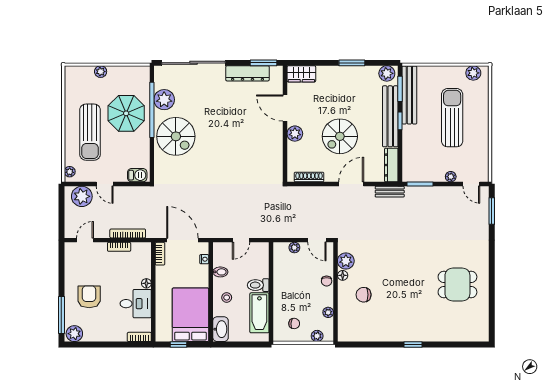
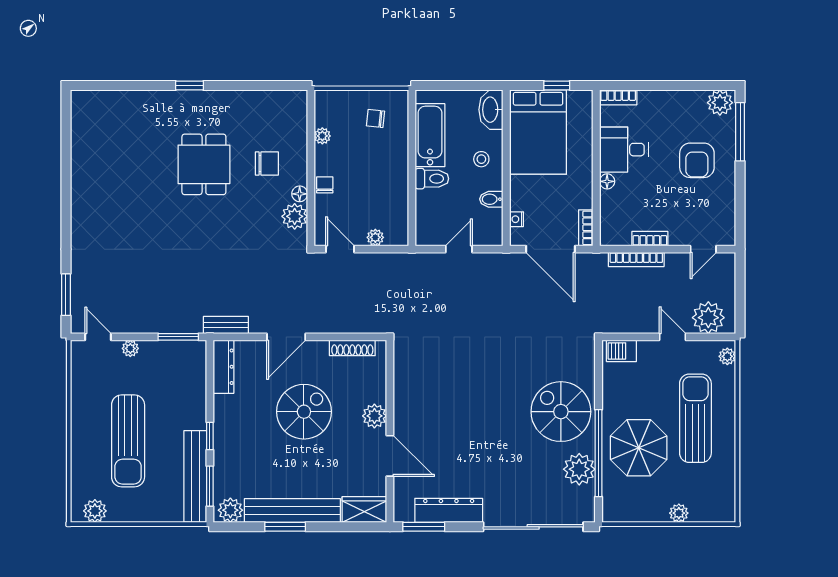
bench: (390, 116) -> (292, 511), moved, turned 90
dining table: (457, 285) -> (204, 164), moved, turned 90
plant: (317, 336) -> (340, 99), removed

